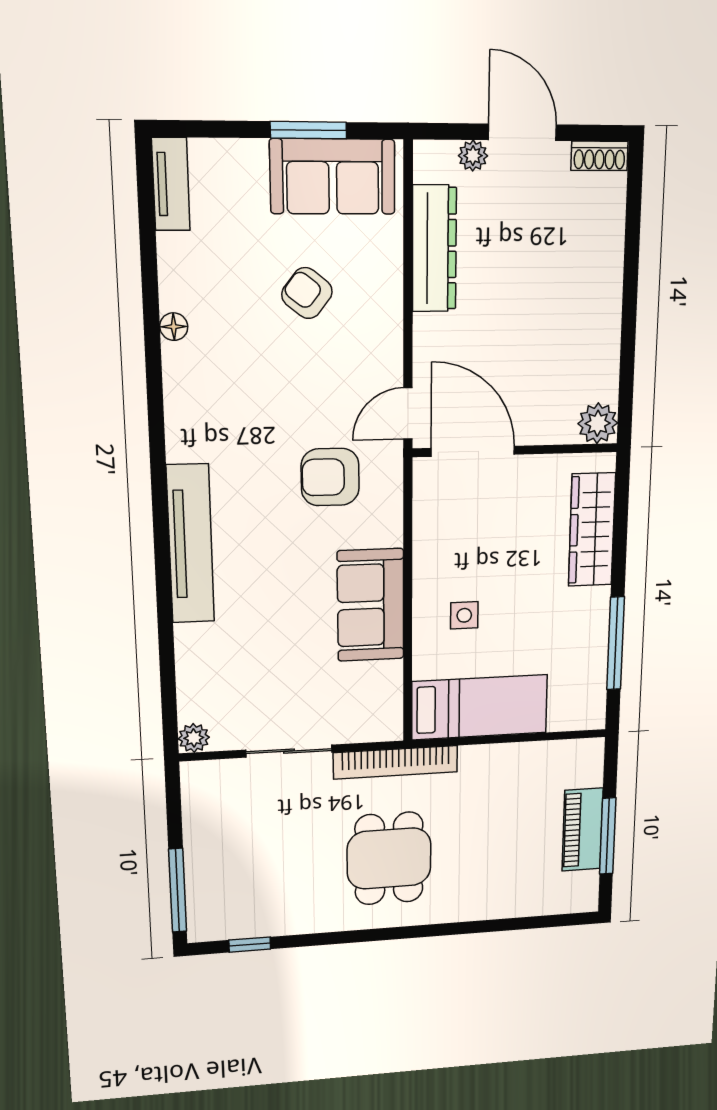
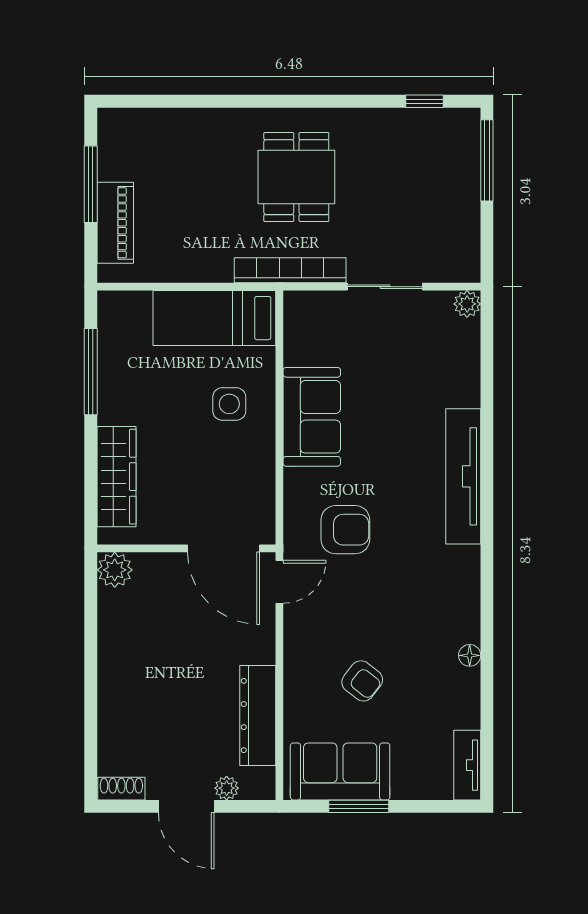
side table: (464, 615) -> (229, 404), width x1.37, depth x1.37
piano: (583, 830) -> (115, 223), moved

